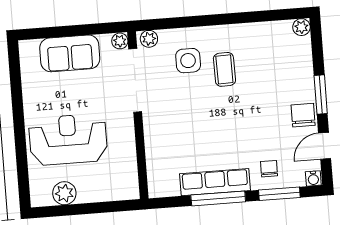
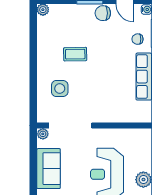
plant: (149, 39) -> (43, 114), removed
coffee table: (224, 69) -> (75, 54), moved

